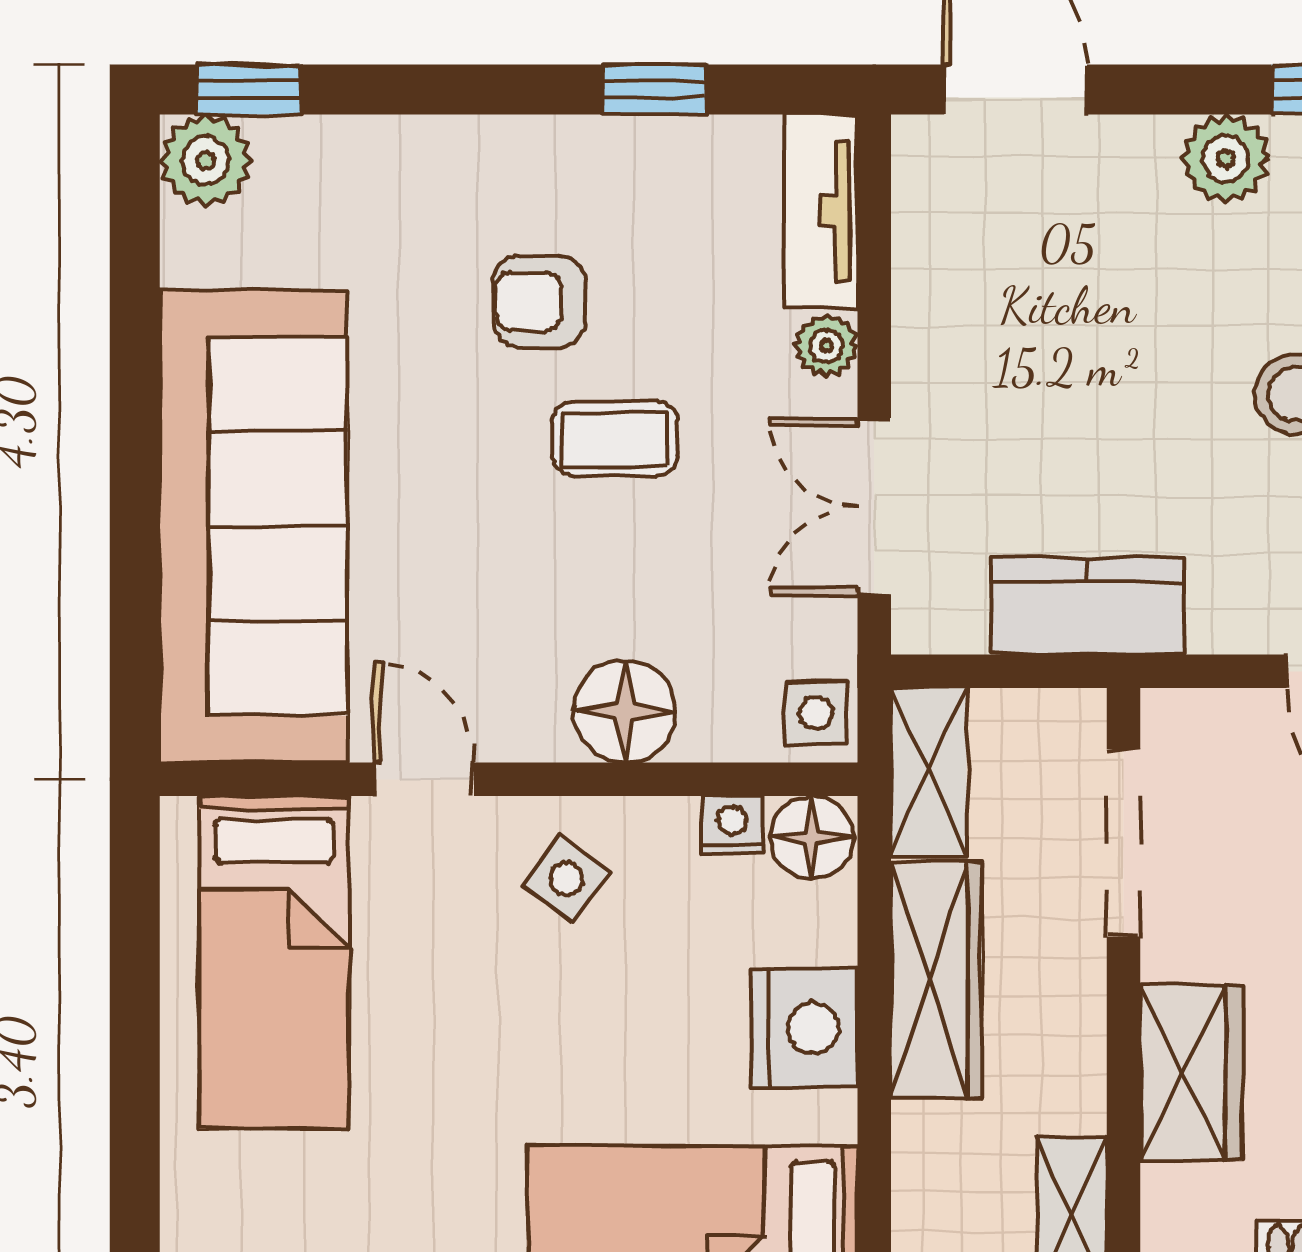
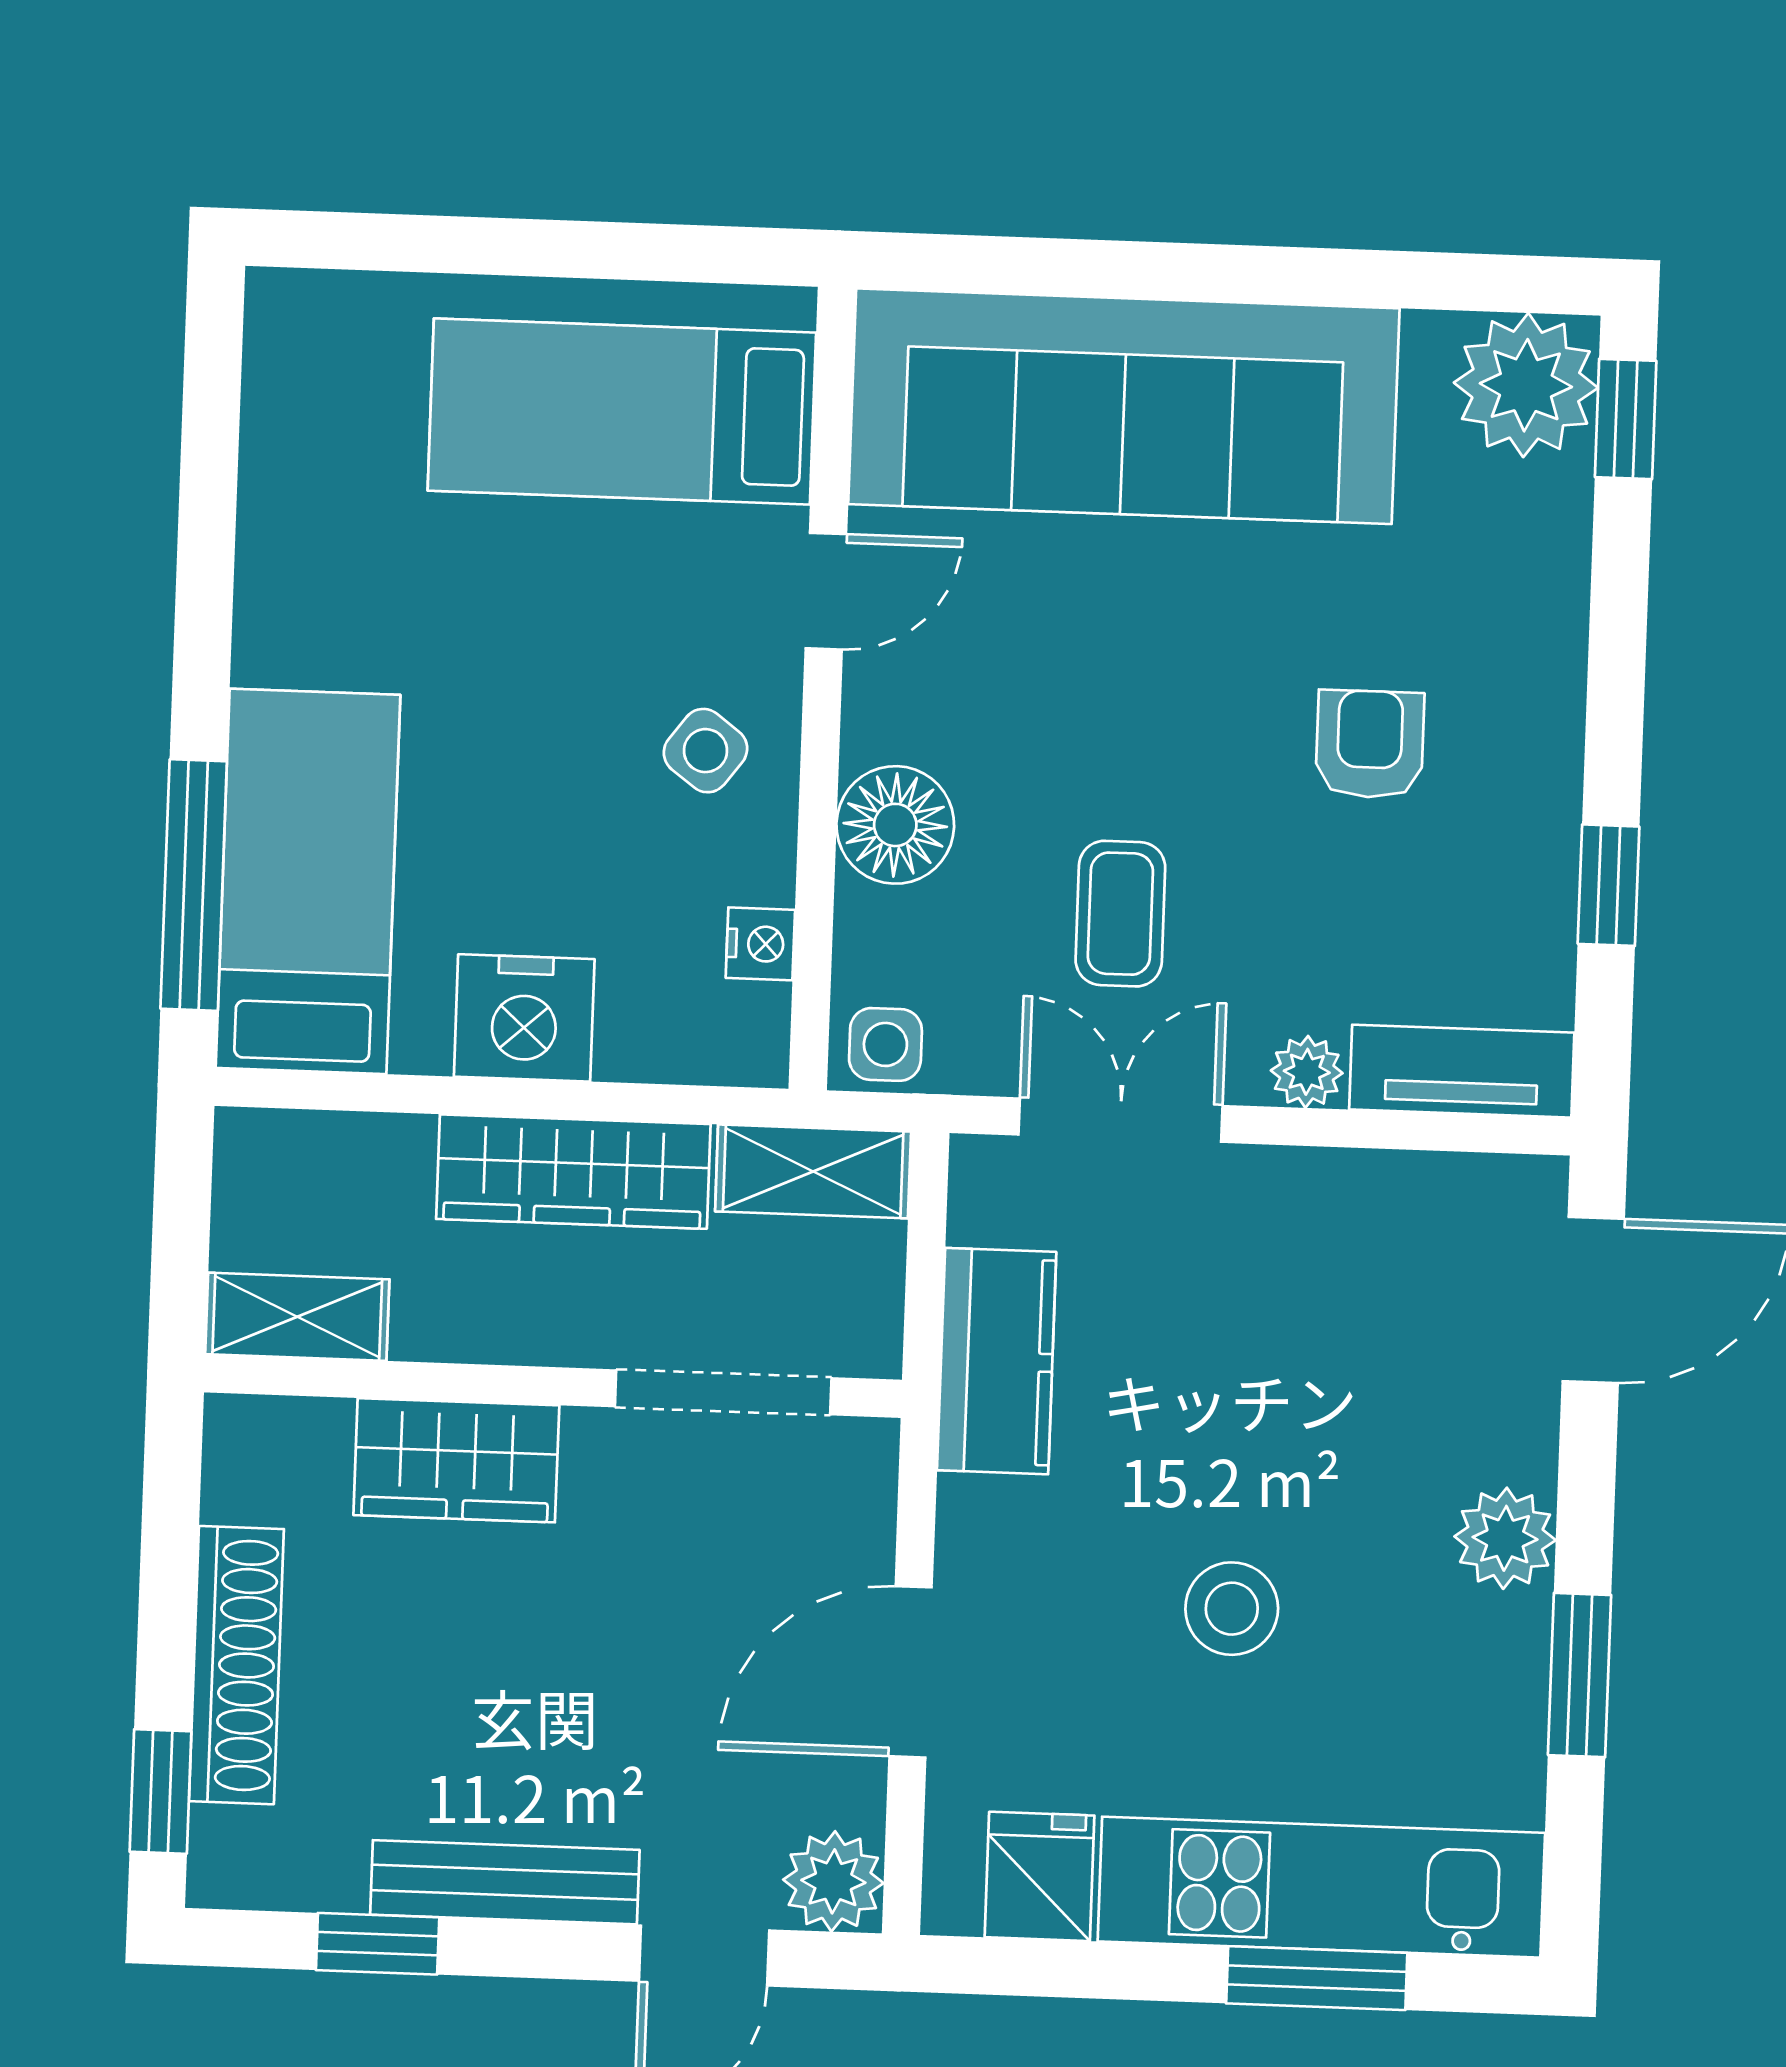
plant: (206, 160) -> (1526, 385), width x1.36, depth x1.36
coffee table: (615, 439) -> (1120, 914), moved
floor lamp: (812, 838) -> (742, 1034), removed

